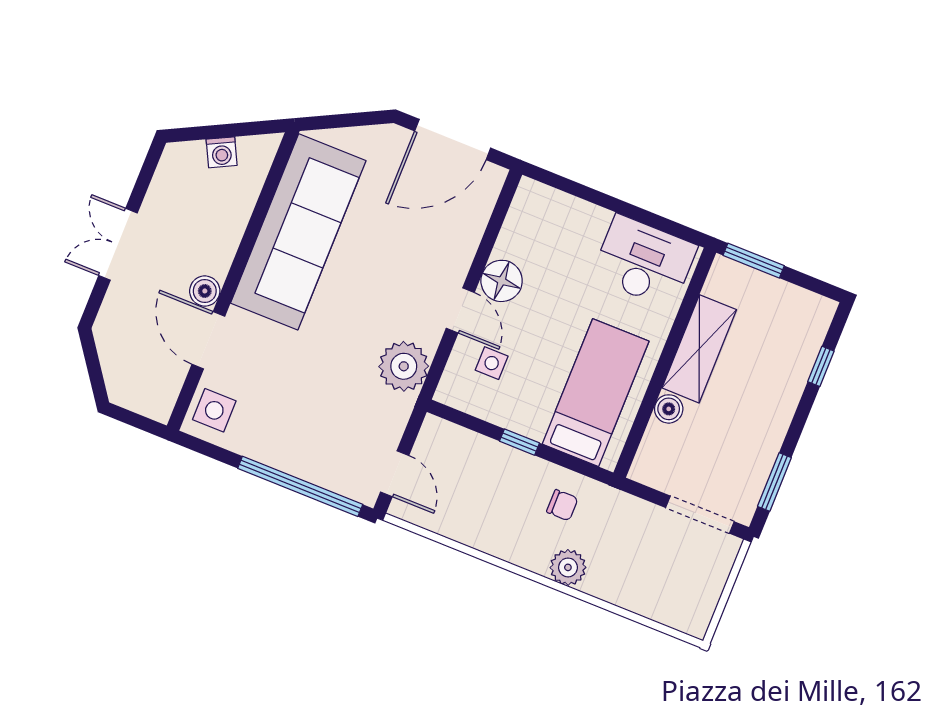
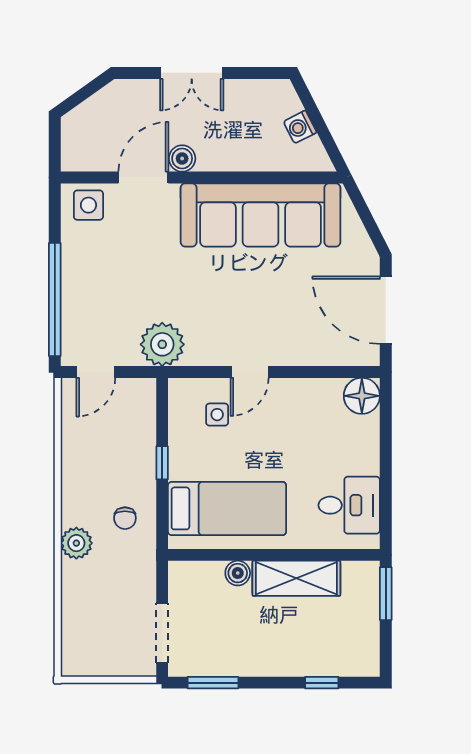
double door: (118, 244) -> (192, 73), swing flipped
desk: (644, 262) -> (349, 505), width x0.73
floor lamp: (502, 281) -> (362, 396), moved
plant: (404, 366) -> (162, 344), moved

